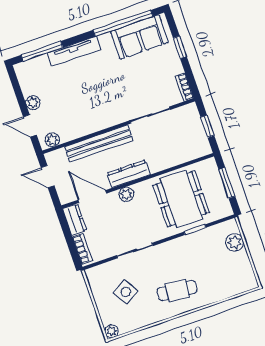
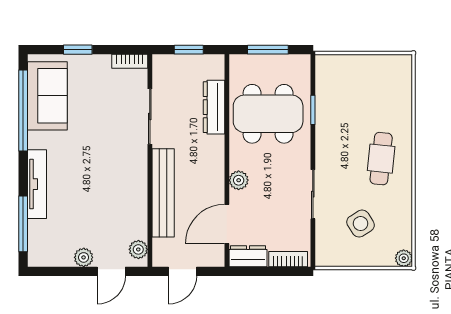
dresser: (129, 174) -> (214, 107), moved
plant: (235, 242) -> (346, 66), removed

